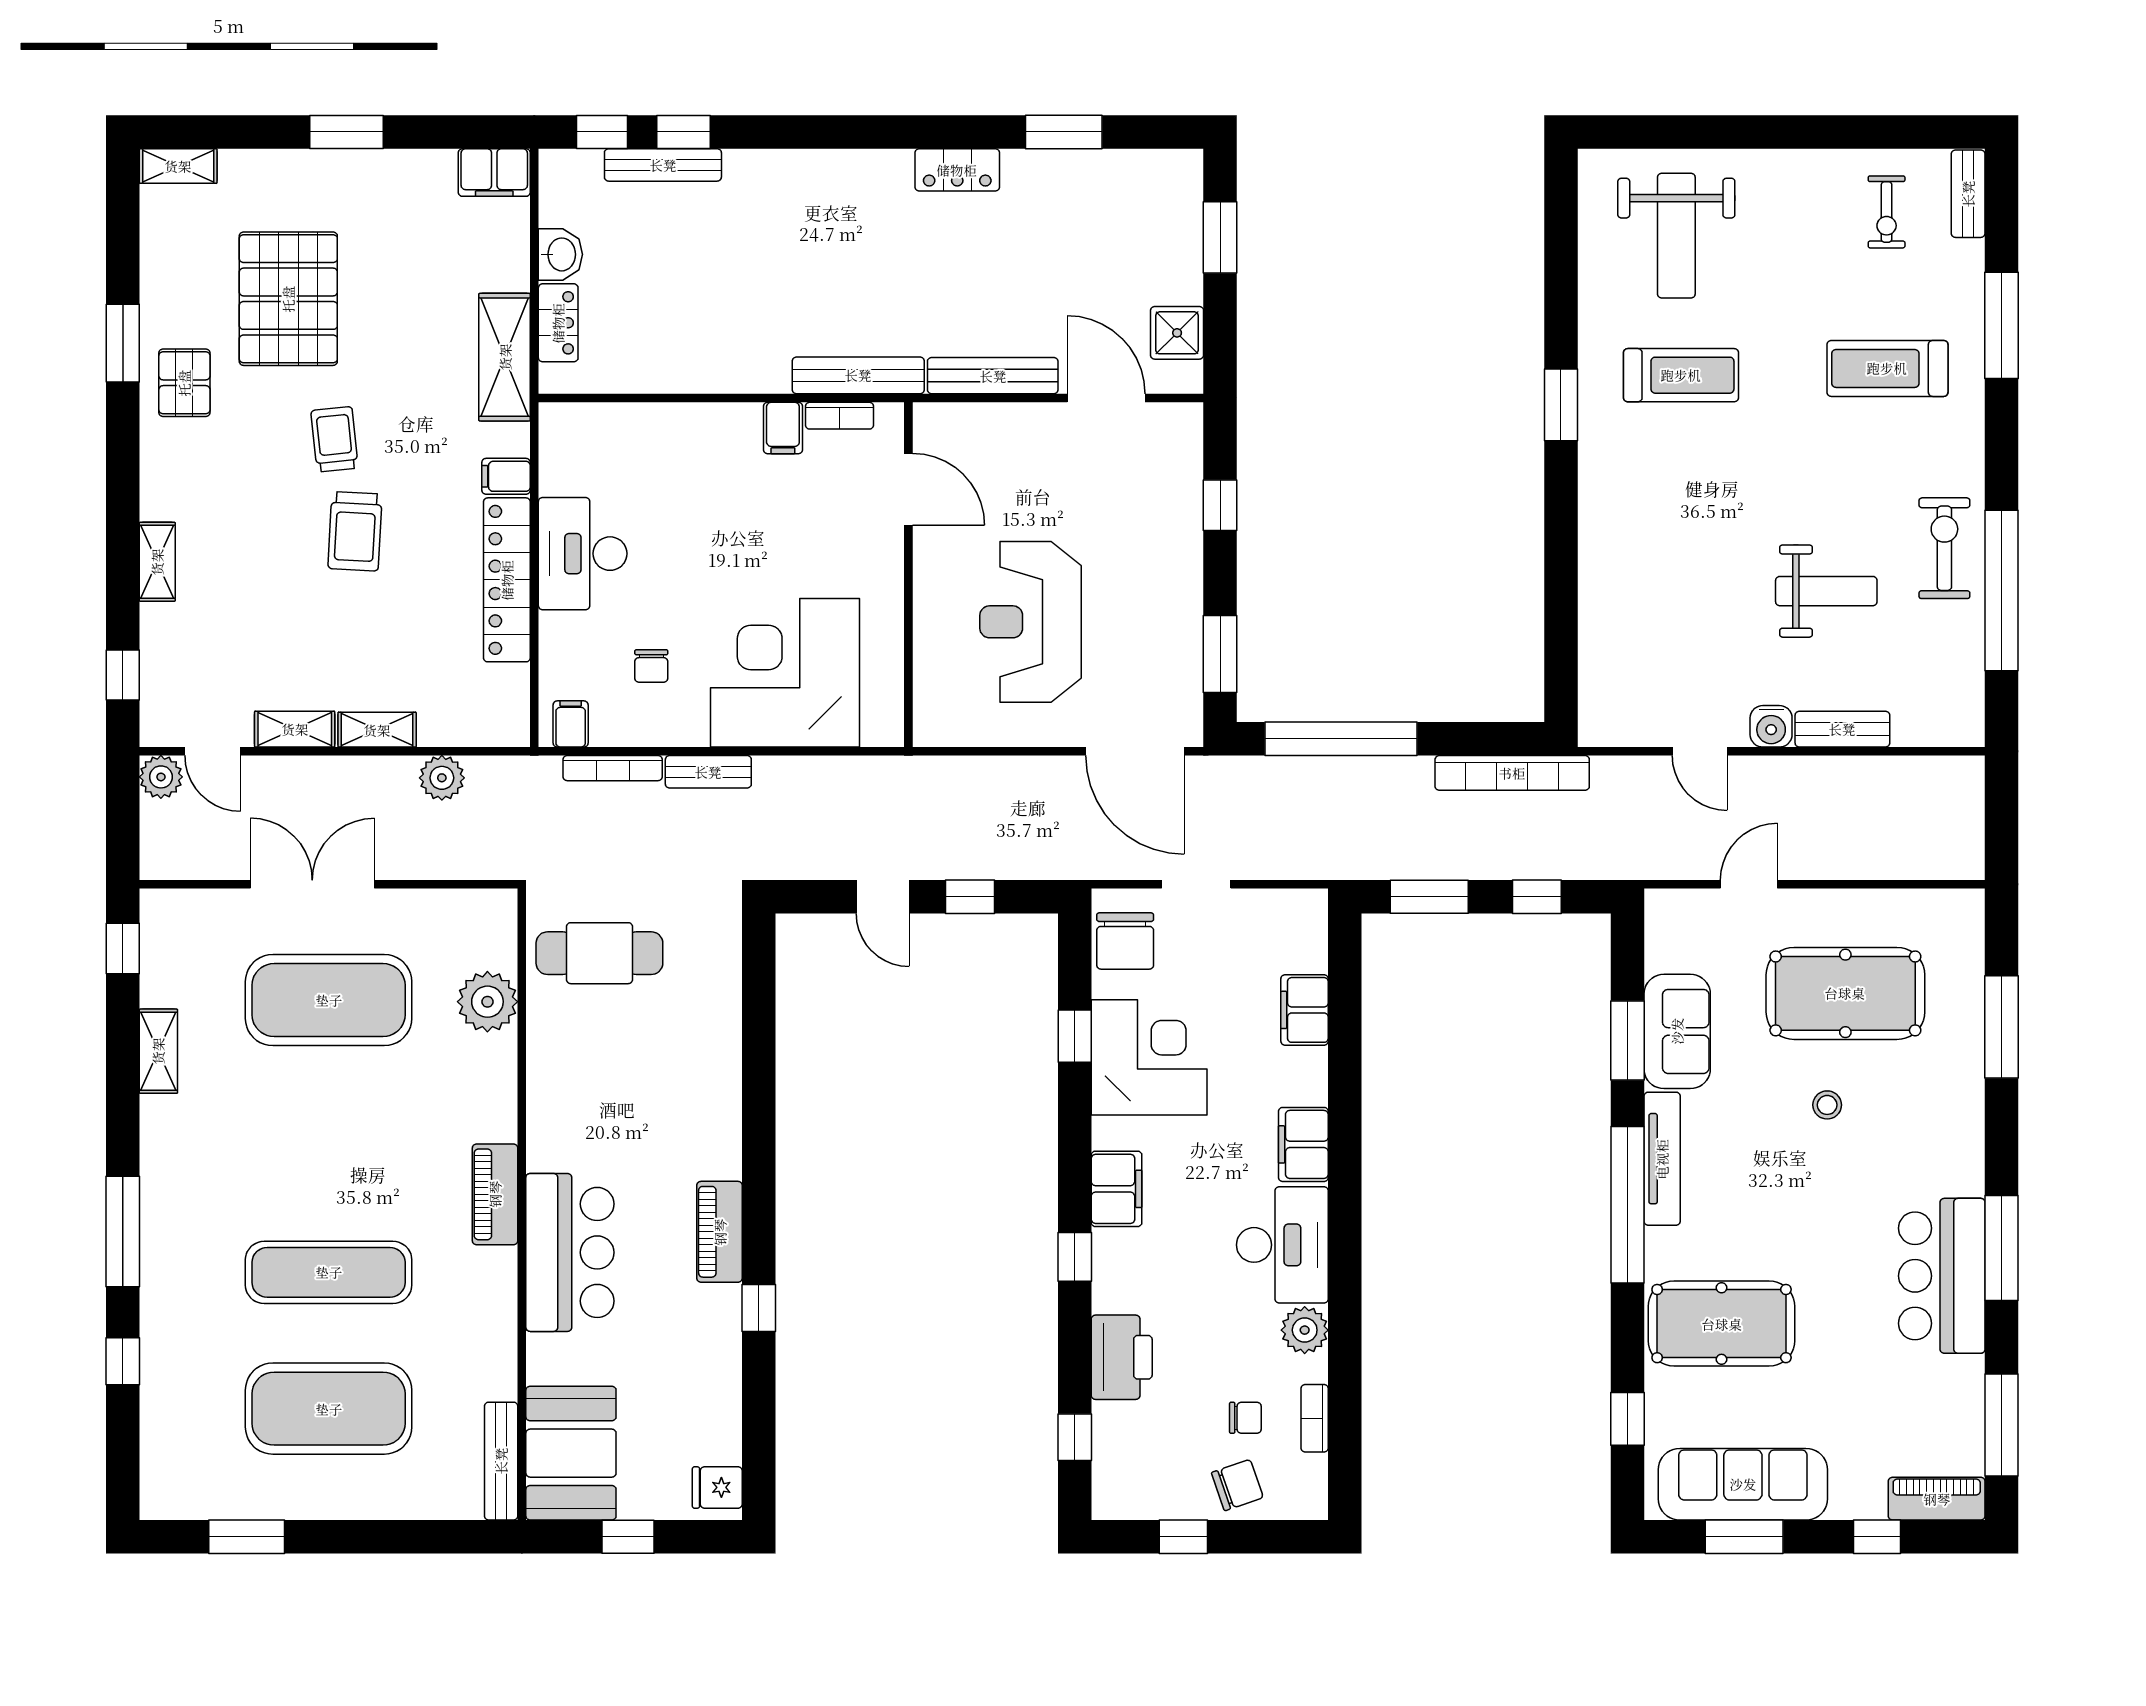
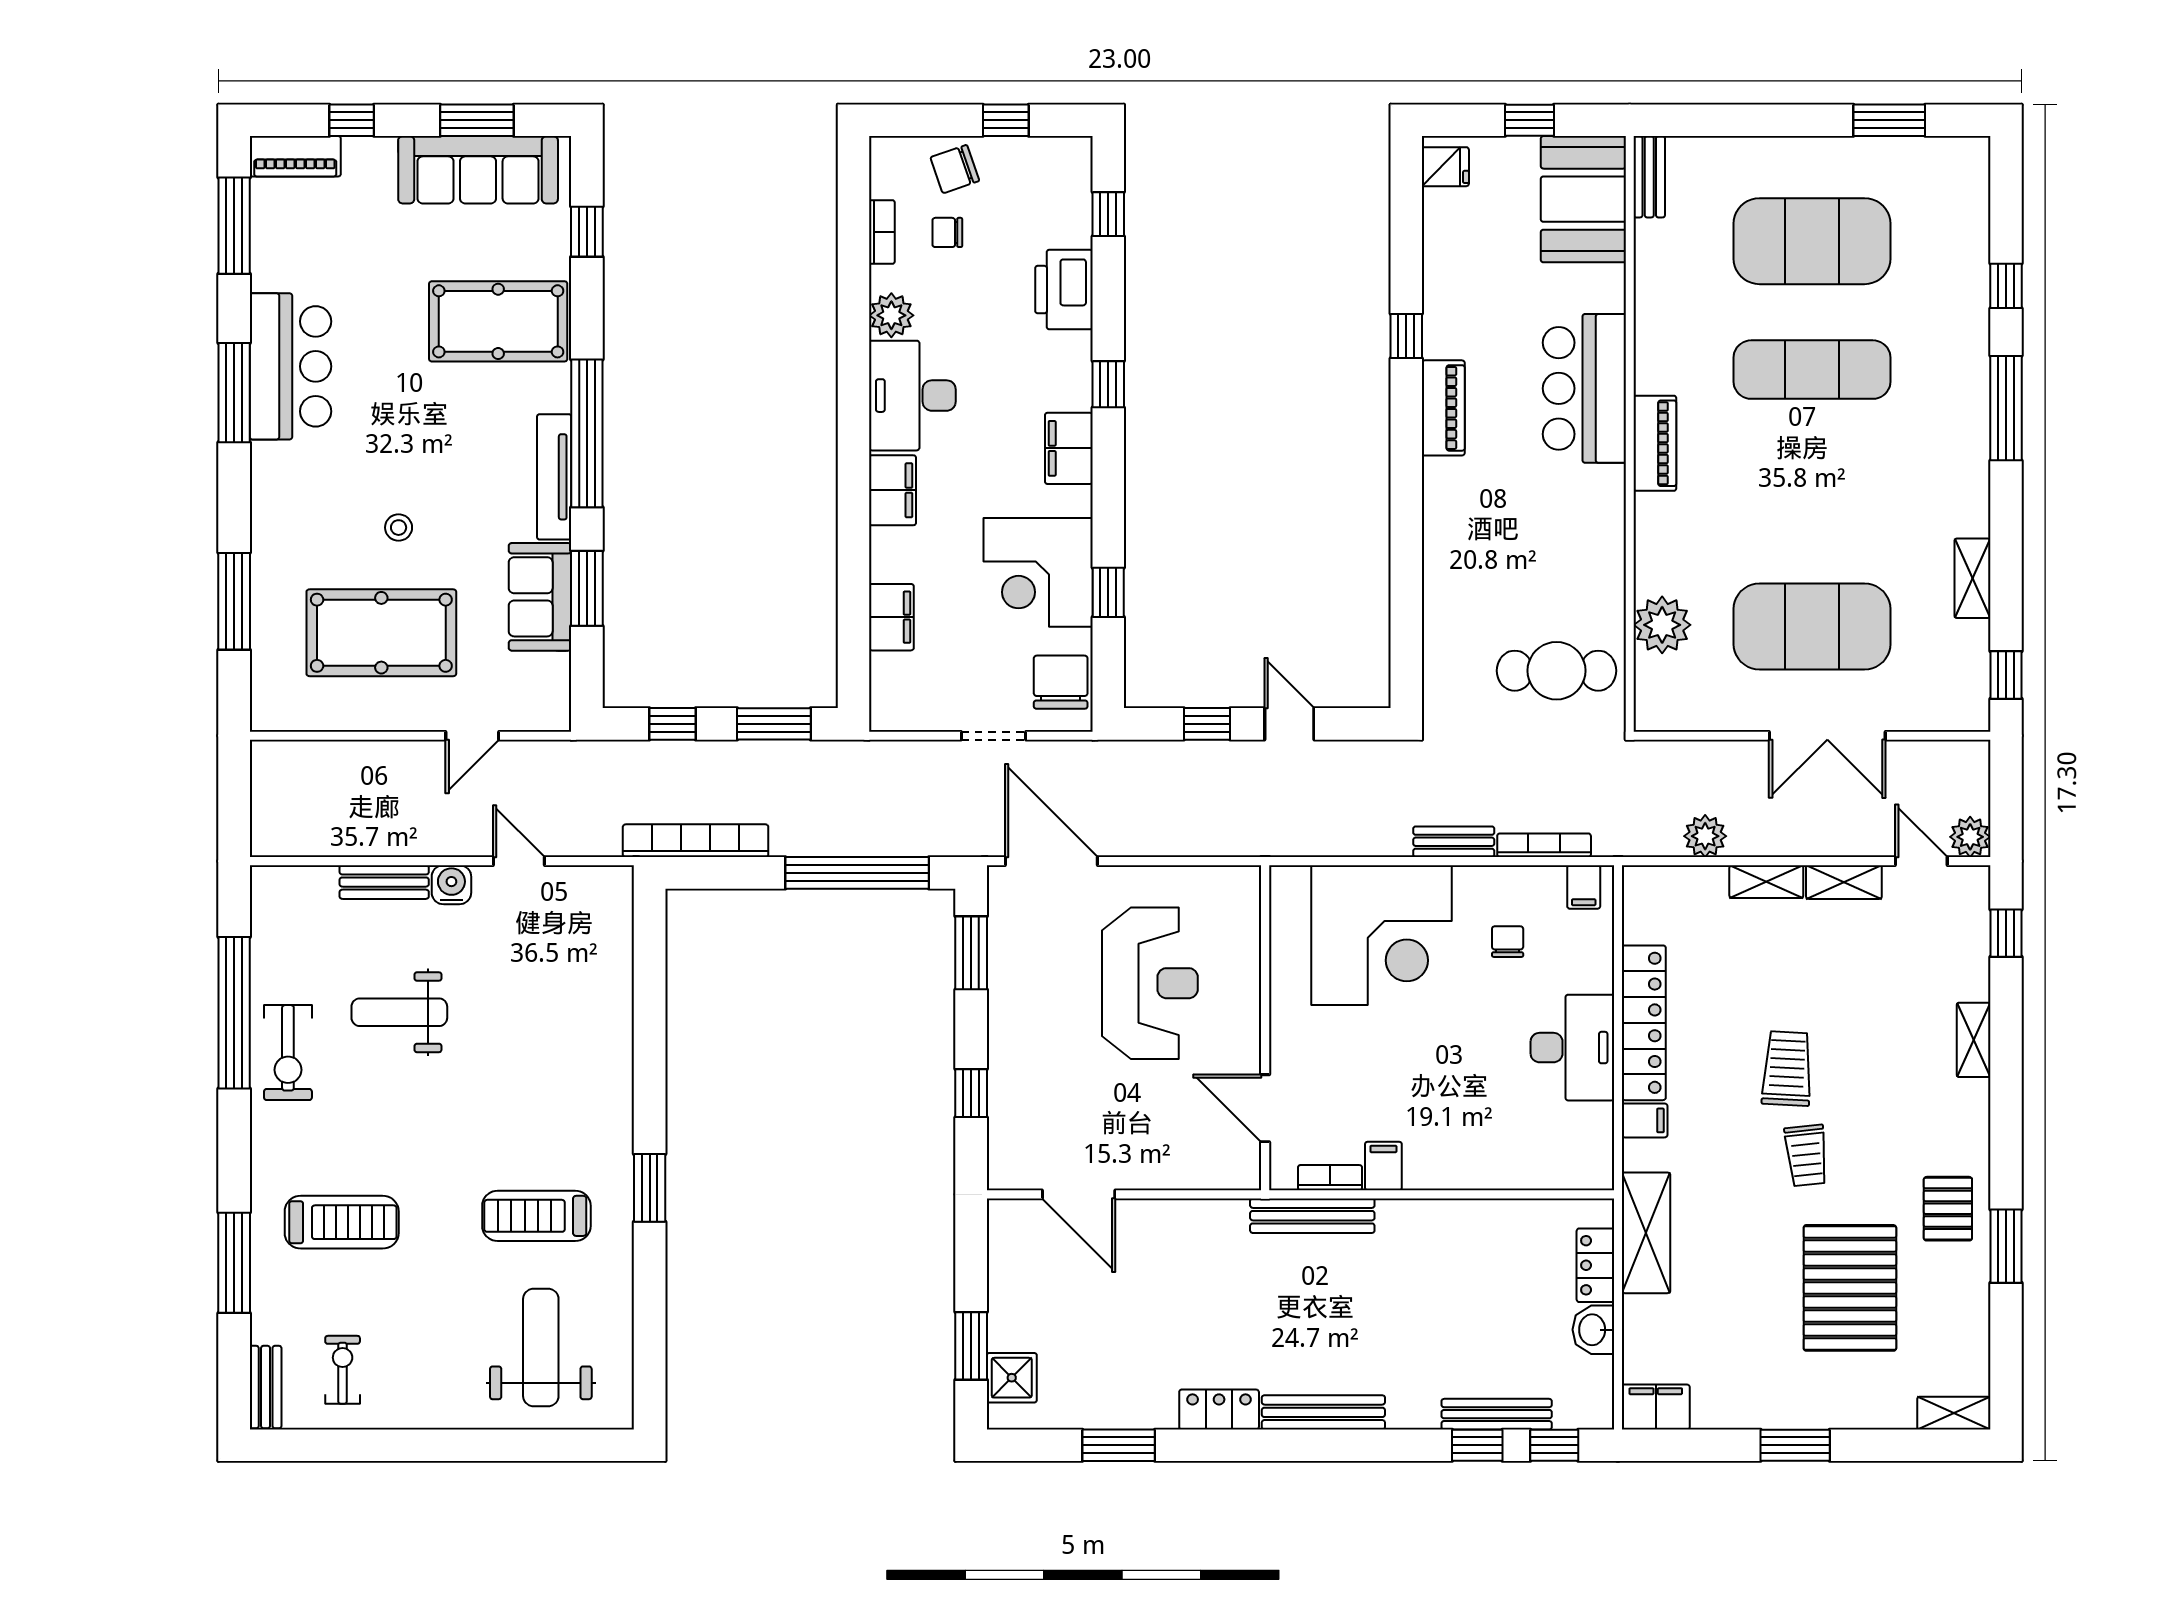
shower: (1177, 333) -> (1012, 1378), moved
bench: (993, 376) -> (1323, 1412), moved
bench: (501, 1461) -> (1649, 177), width x0.73

